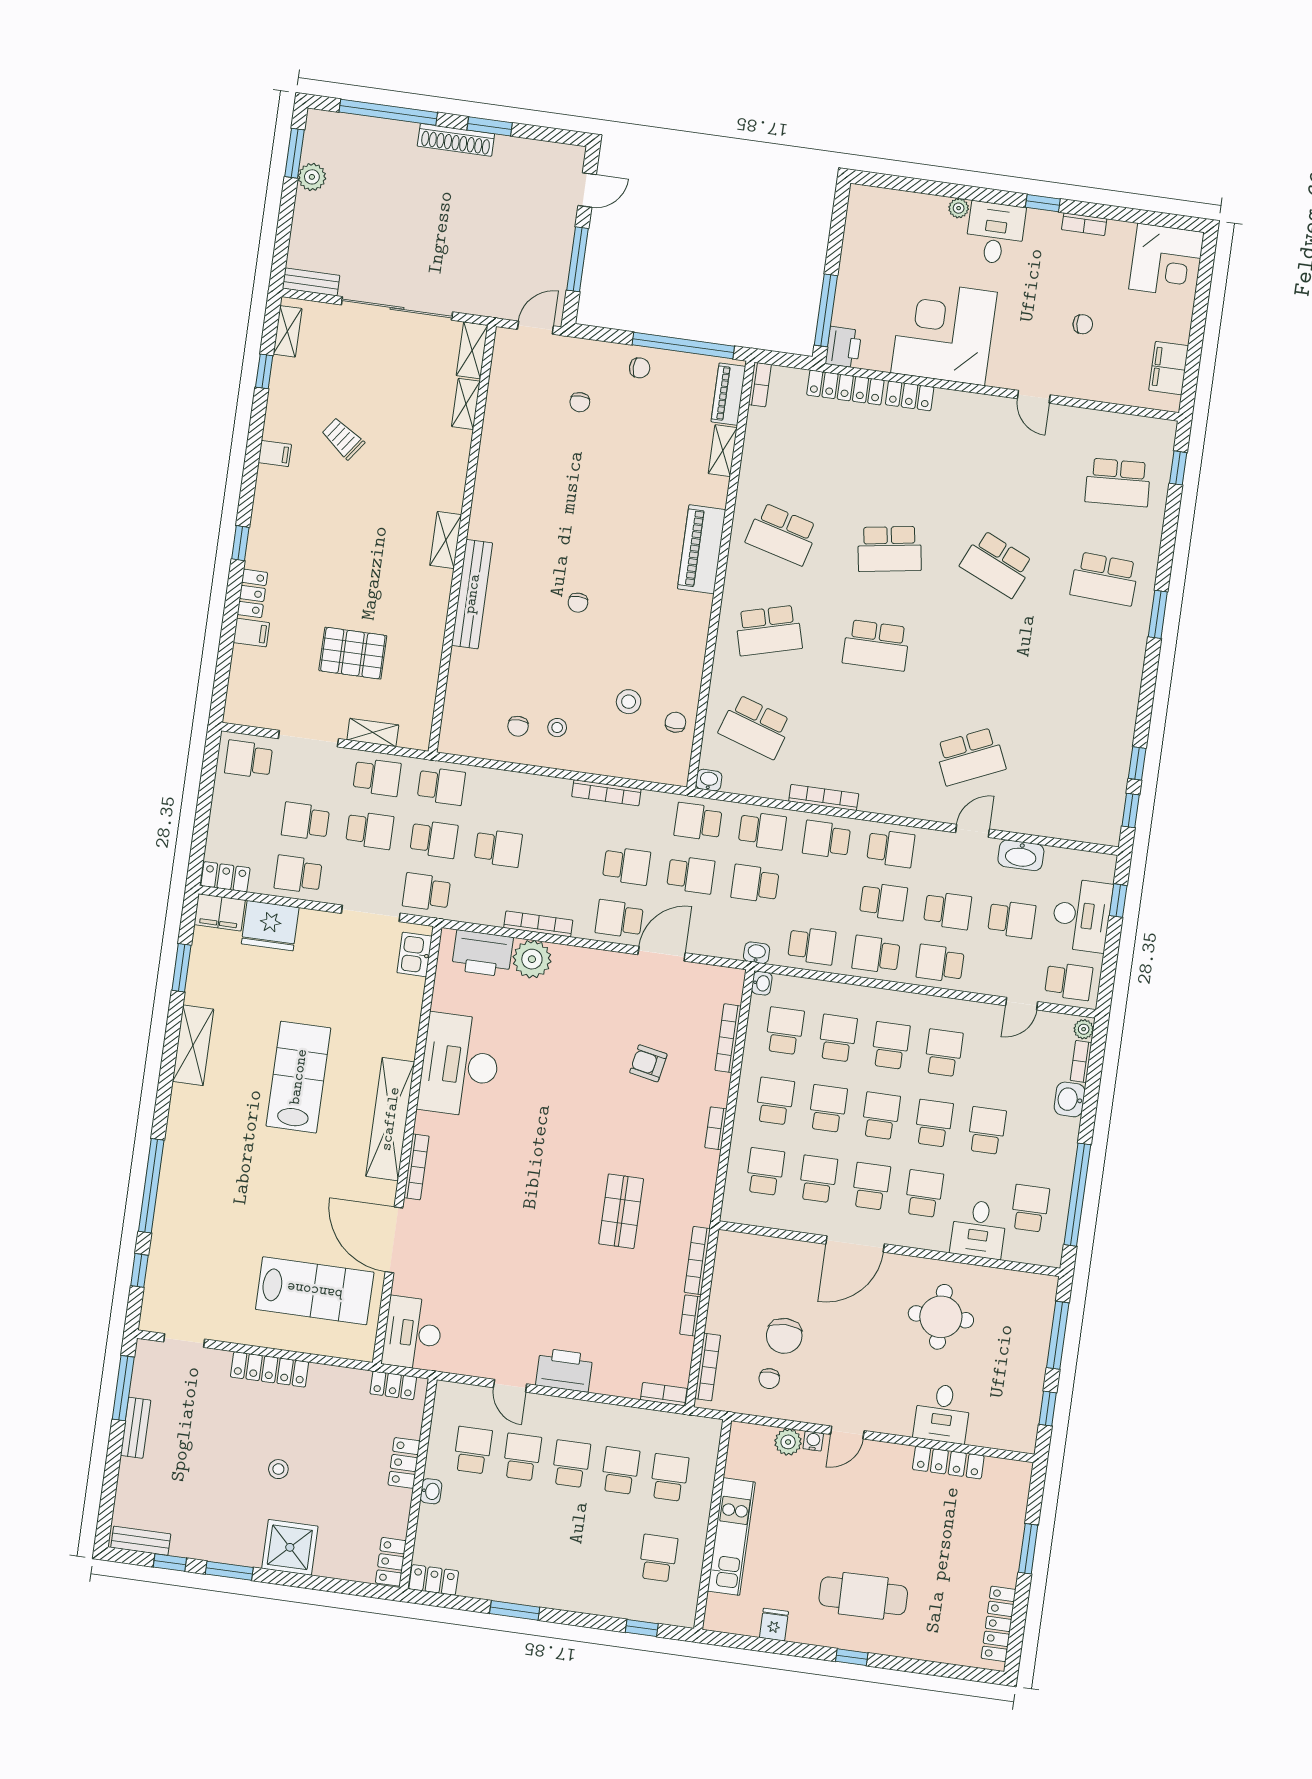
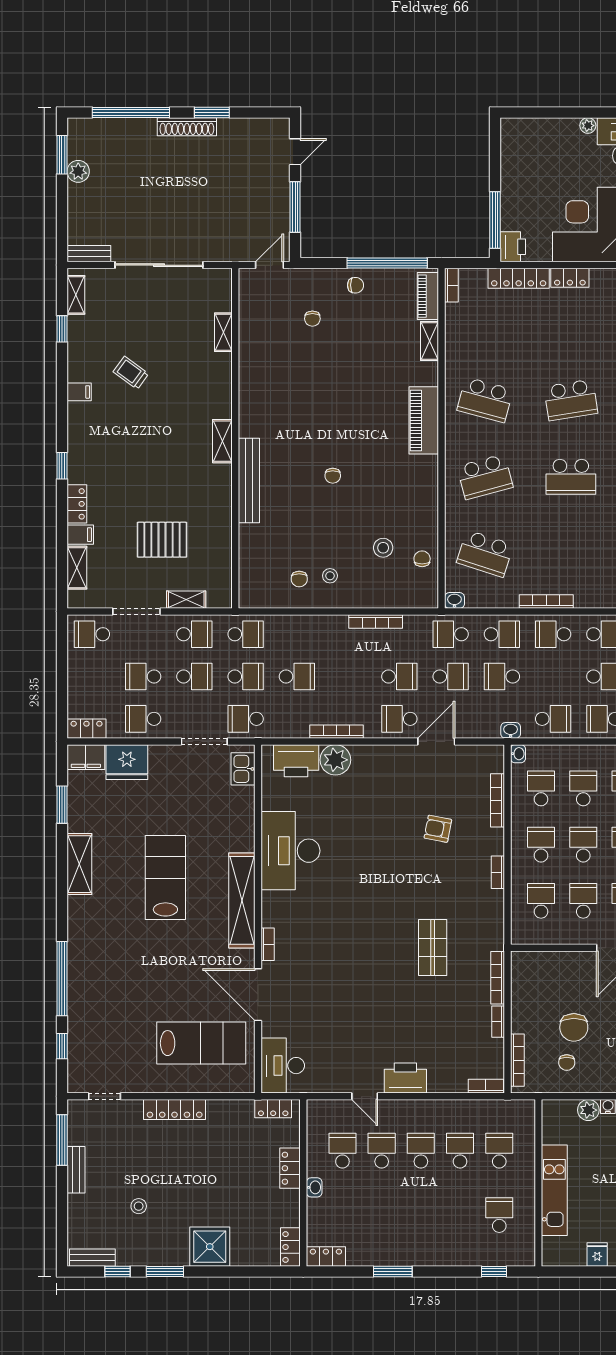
shelving: (472, 350) -> (77, 568), moved
bookcase: (416, 1167) -> (268, 944), width x0.64
stool: (278, 1469) -> (139, 1206), moved

